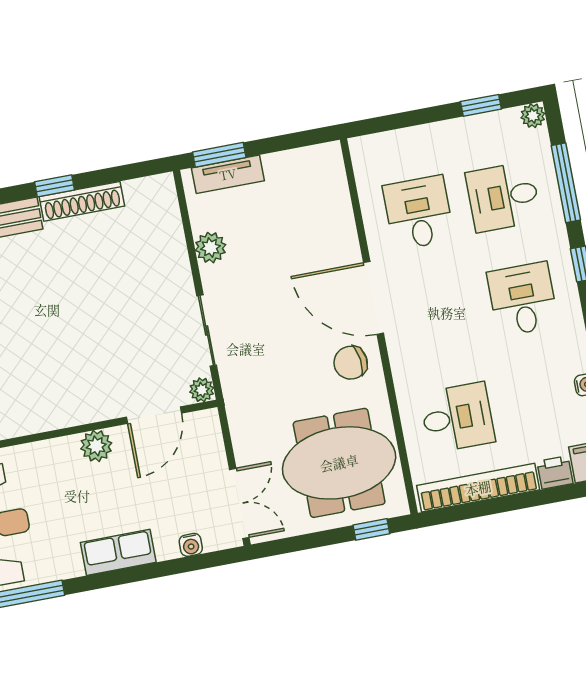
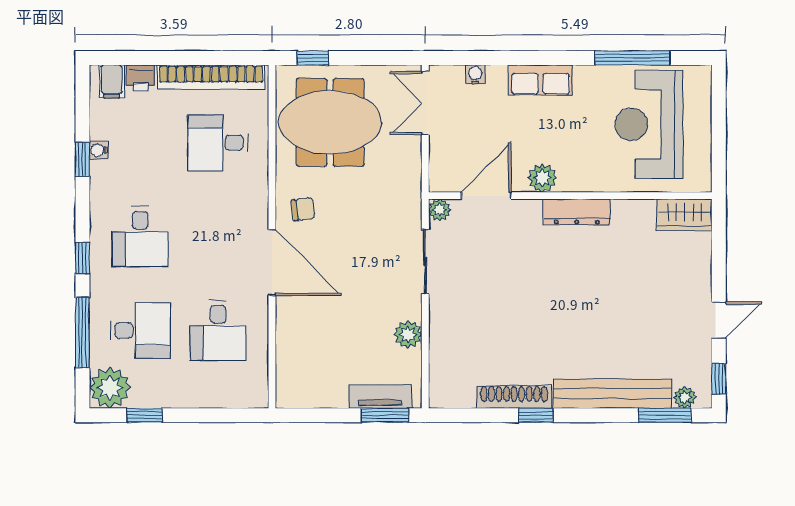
plant: (533, 116) -> (110, 388), width x1.87, depth x1.87
chair: (351, 363) -> (303, 209), width x0.73, depth x0.73
dresser: (52, 416) -> (577, 212), added

